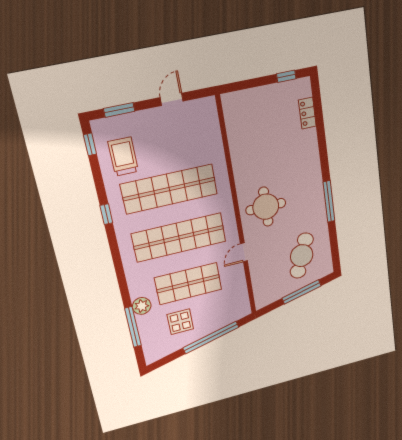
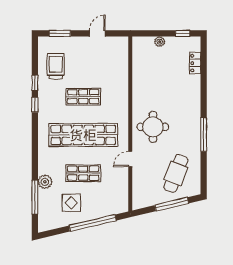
plant: (258, 94) -> (160, 42), added
window: (90, 144) -> (35, 83), moved
shop shelf: (169, 189) -> (83, 97), width x0.50, depth x0.74
shop shelf: (188, 284) -> (83, 173), width x0.70, depth x0.74

